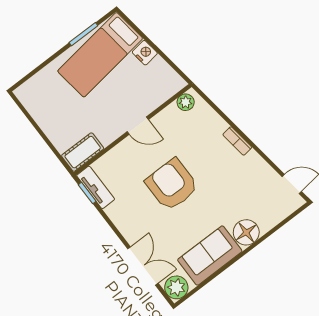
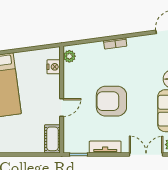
nightstand: (145, 53) -> (54, 67), moved, turned 98
door: (138, 126) -> (62, 107), moved
tv unit: (96, 187) -> (105, 147), moved

